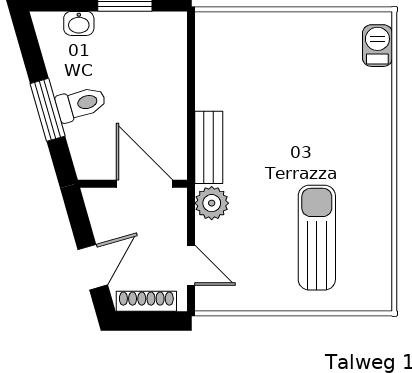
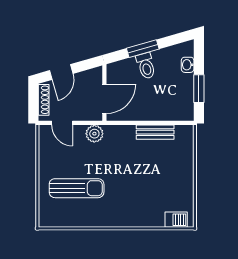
bench: (209, 147) -> (155, 132), moved
door: (191, 265) -> (62, 123), hinge flipped
door: (93, 267) -> (61, 72), hinge flipped

